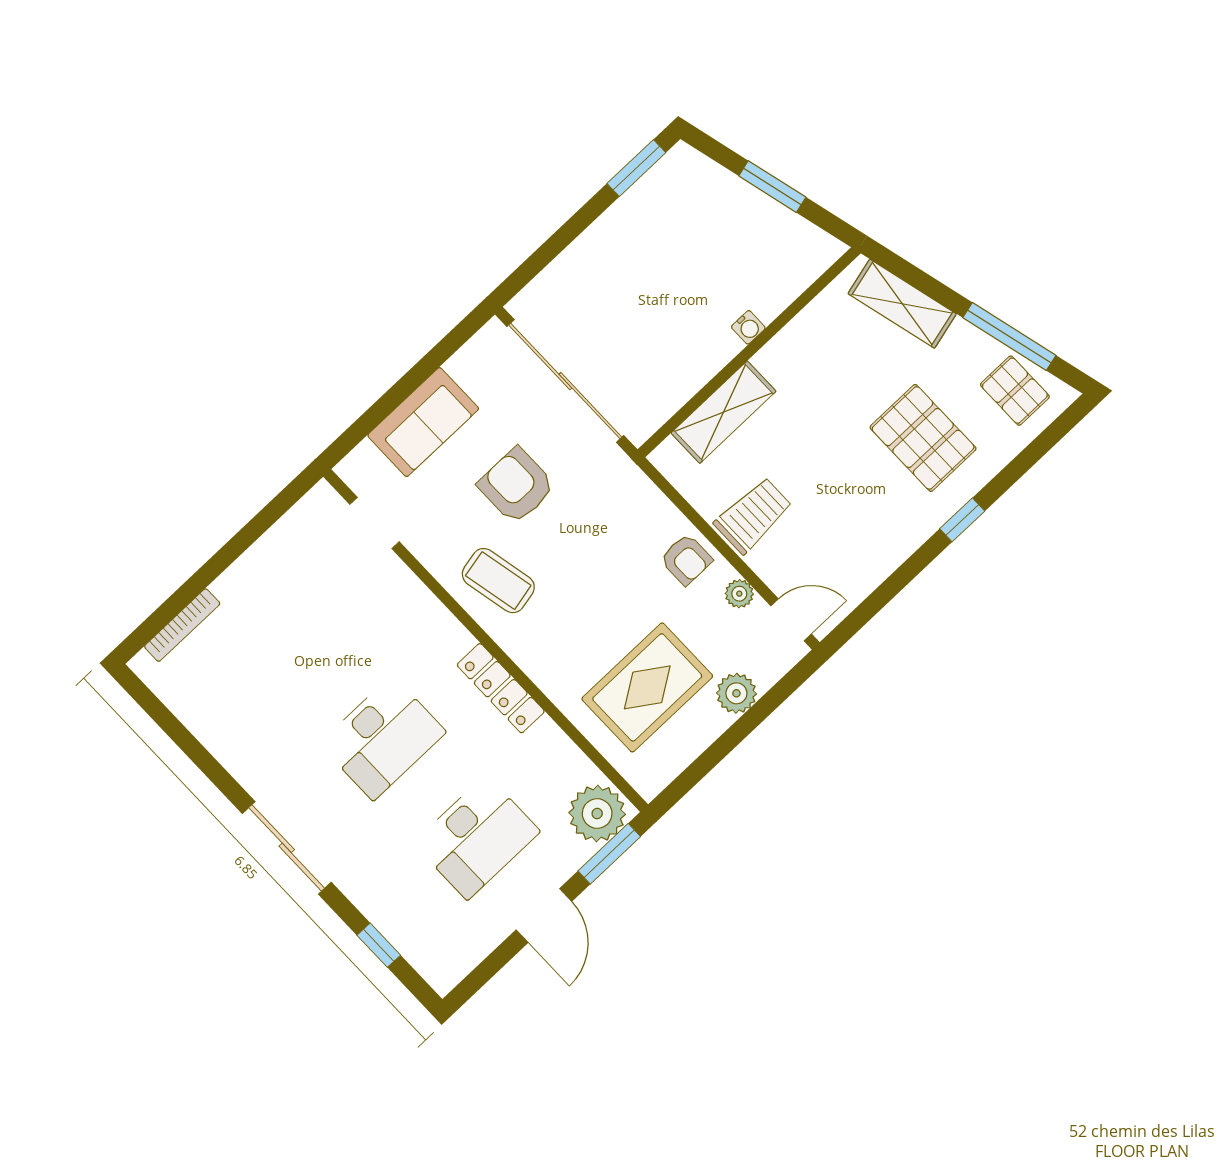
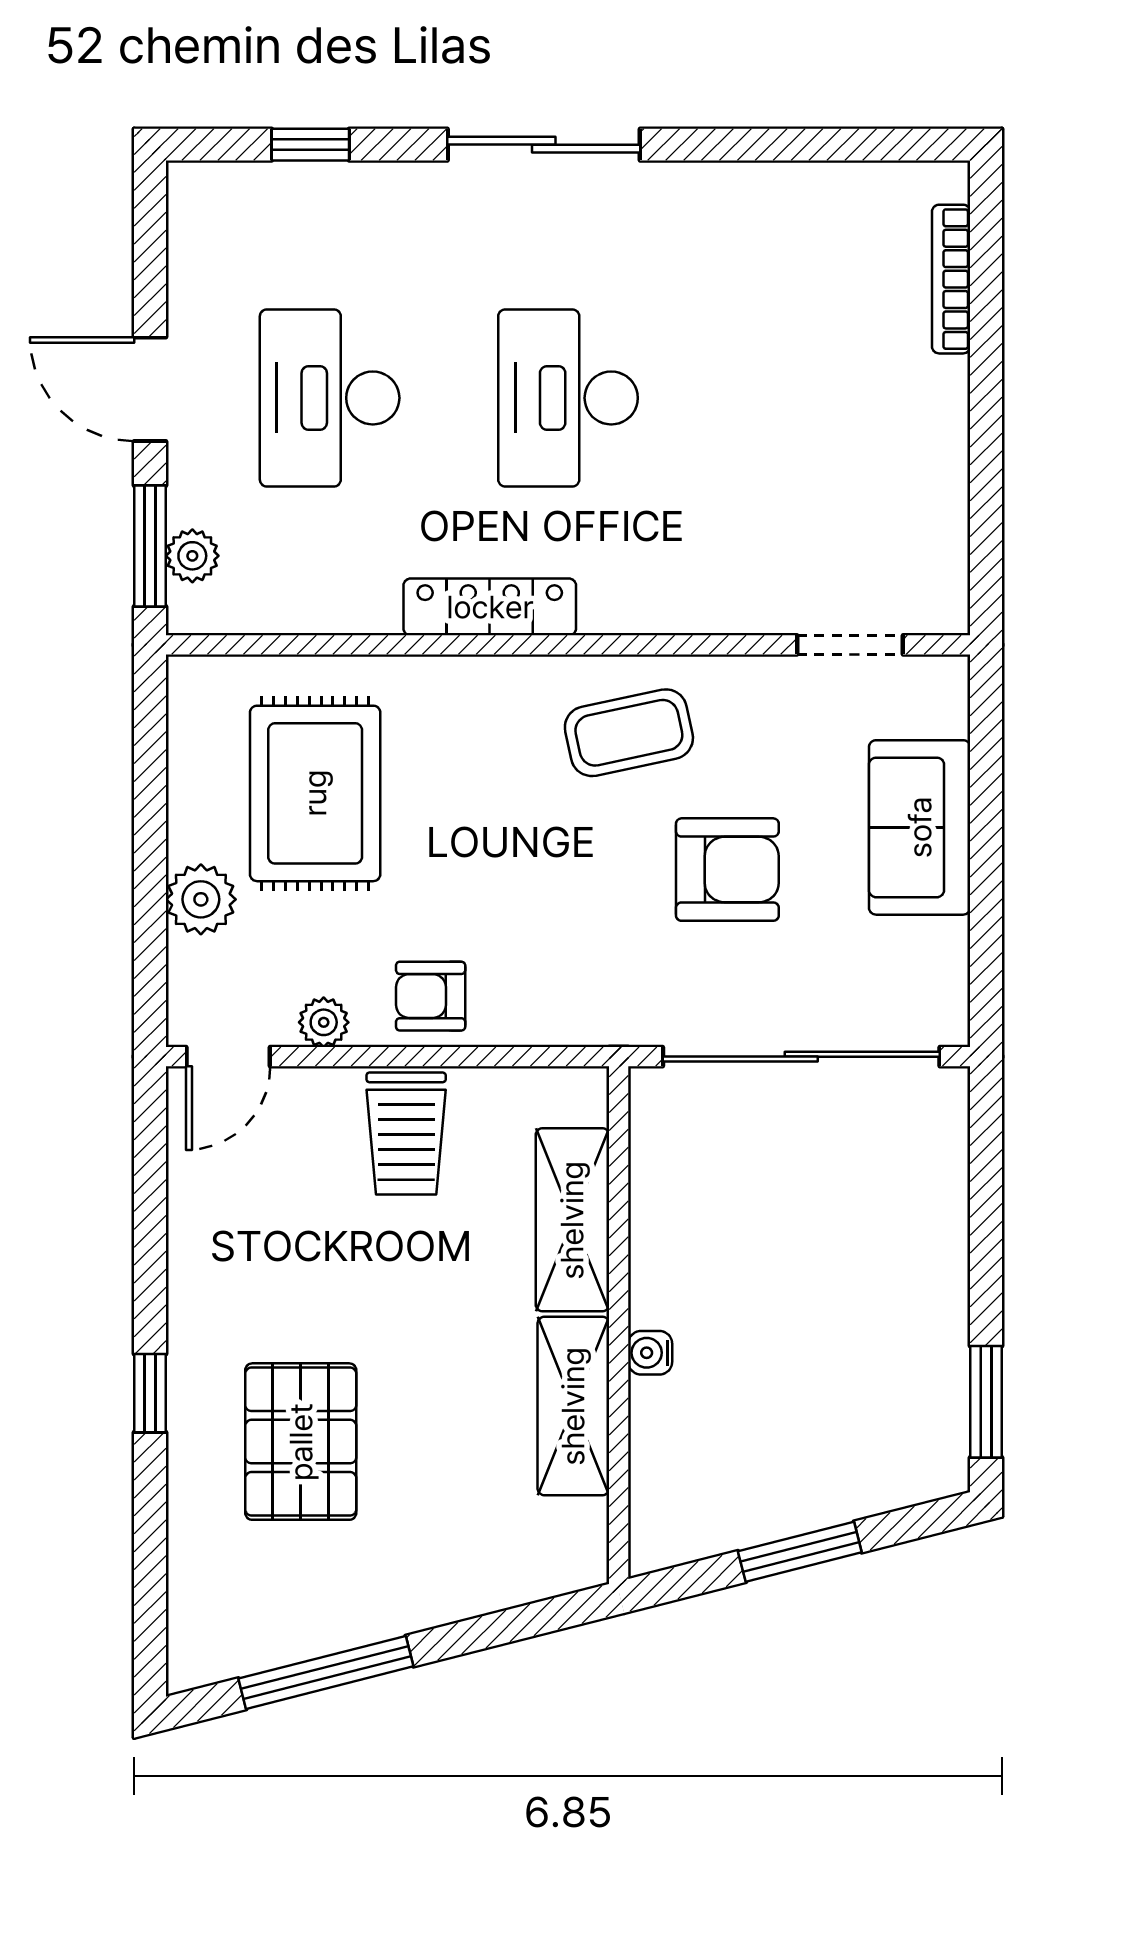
shelving: (902, 304) -> (573, 1406), moved, turned -76
pallet: (1015, 391) -> (251, 1615), removed
pallet: (923, 438) -> (301, 1442), turned 90
plant: (597, 814) -> (192, 556), width x0.53, depth x0.53

